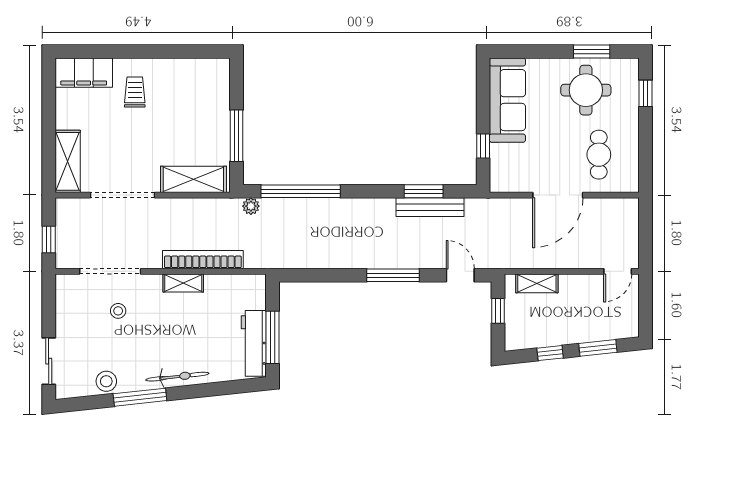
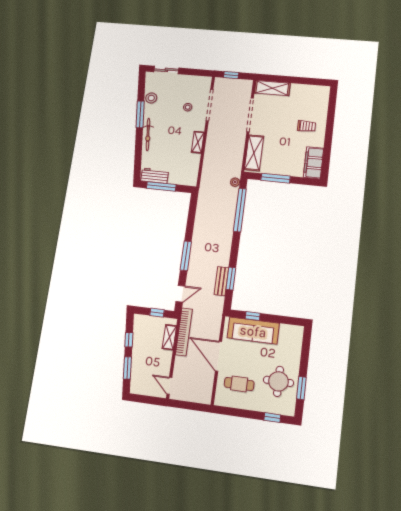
filing cabinet: (84, 73) -> (313, 163), moved
sofa: (507, 100) -> (253, 331), moved
bench: (430, 207) -> (221, 281), width x0.73
bookcase: (203, 260) -> (184, 332), moved
workbench: (254, 343) -> (155, 176), width x0.73

